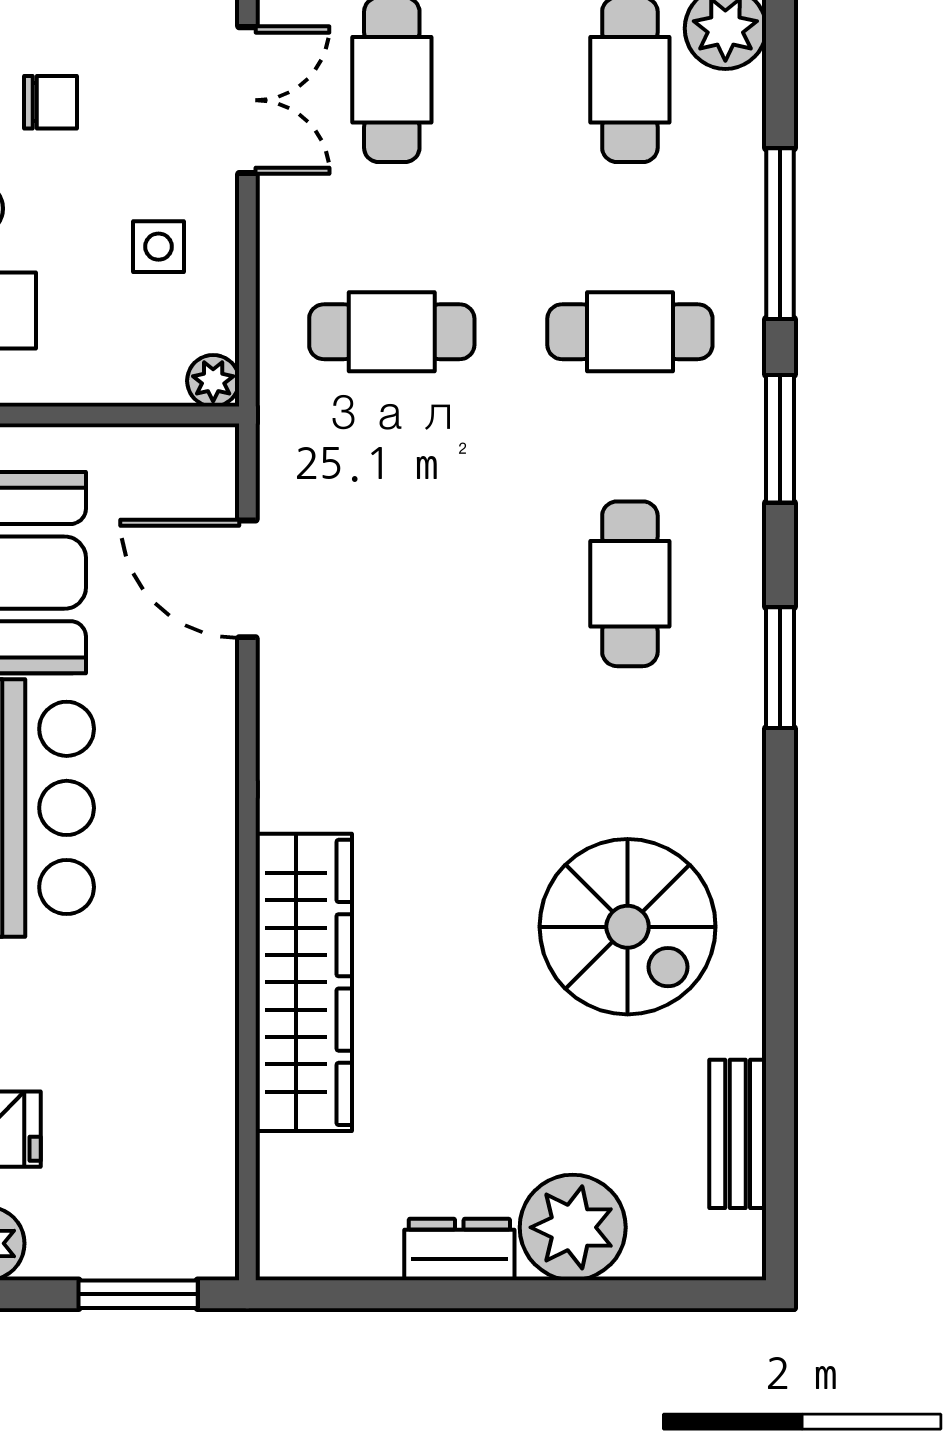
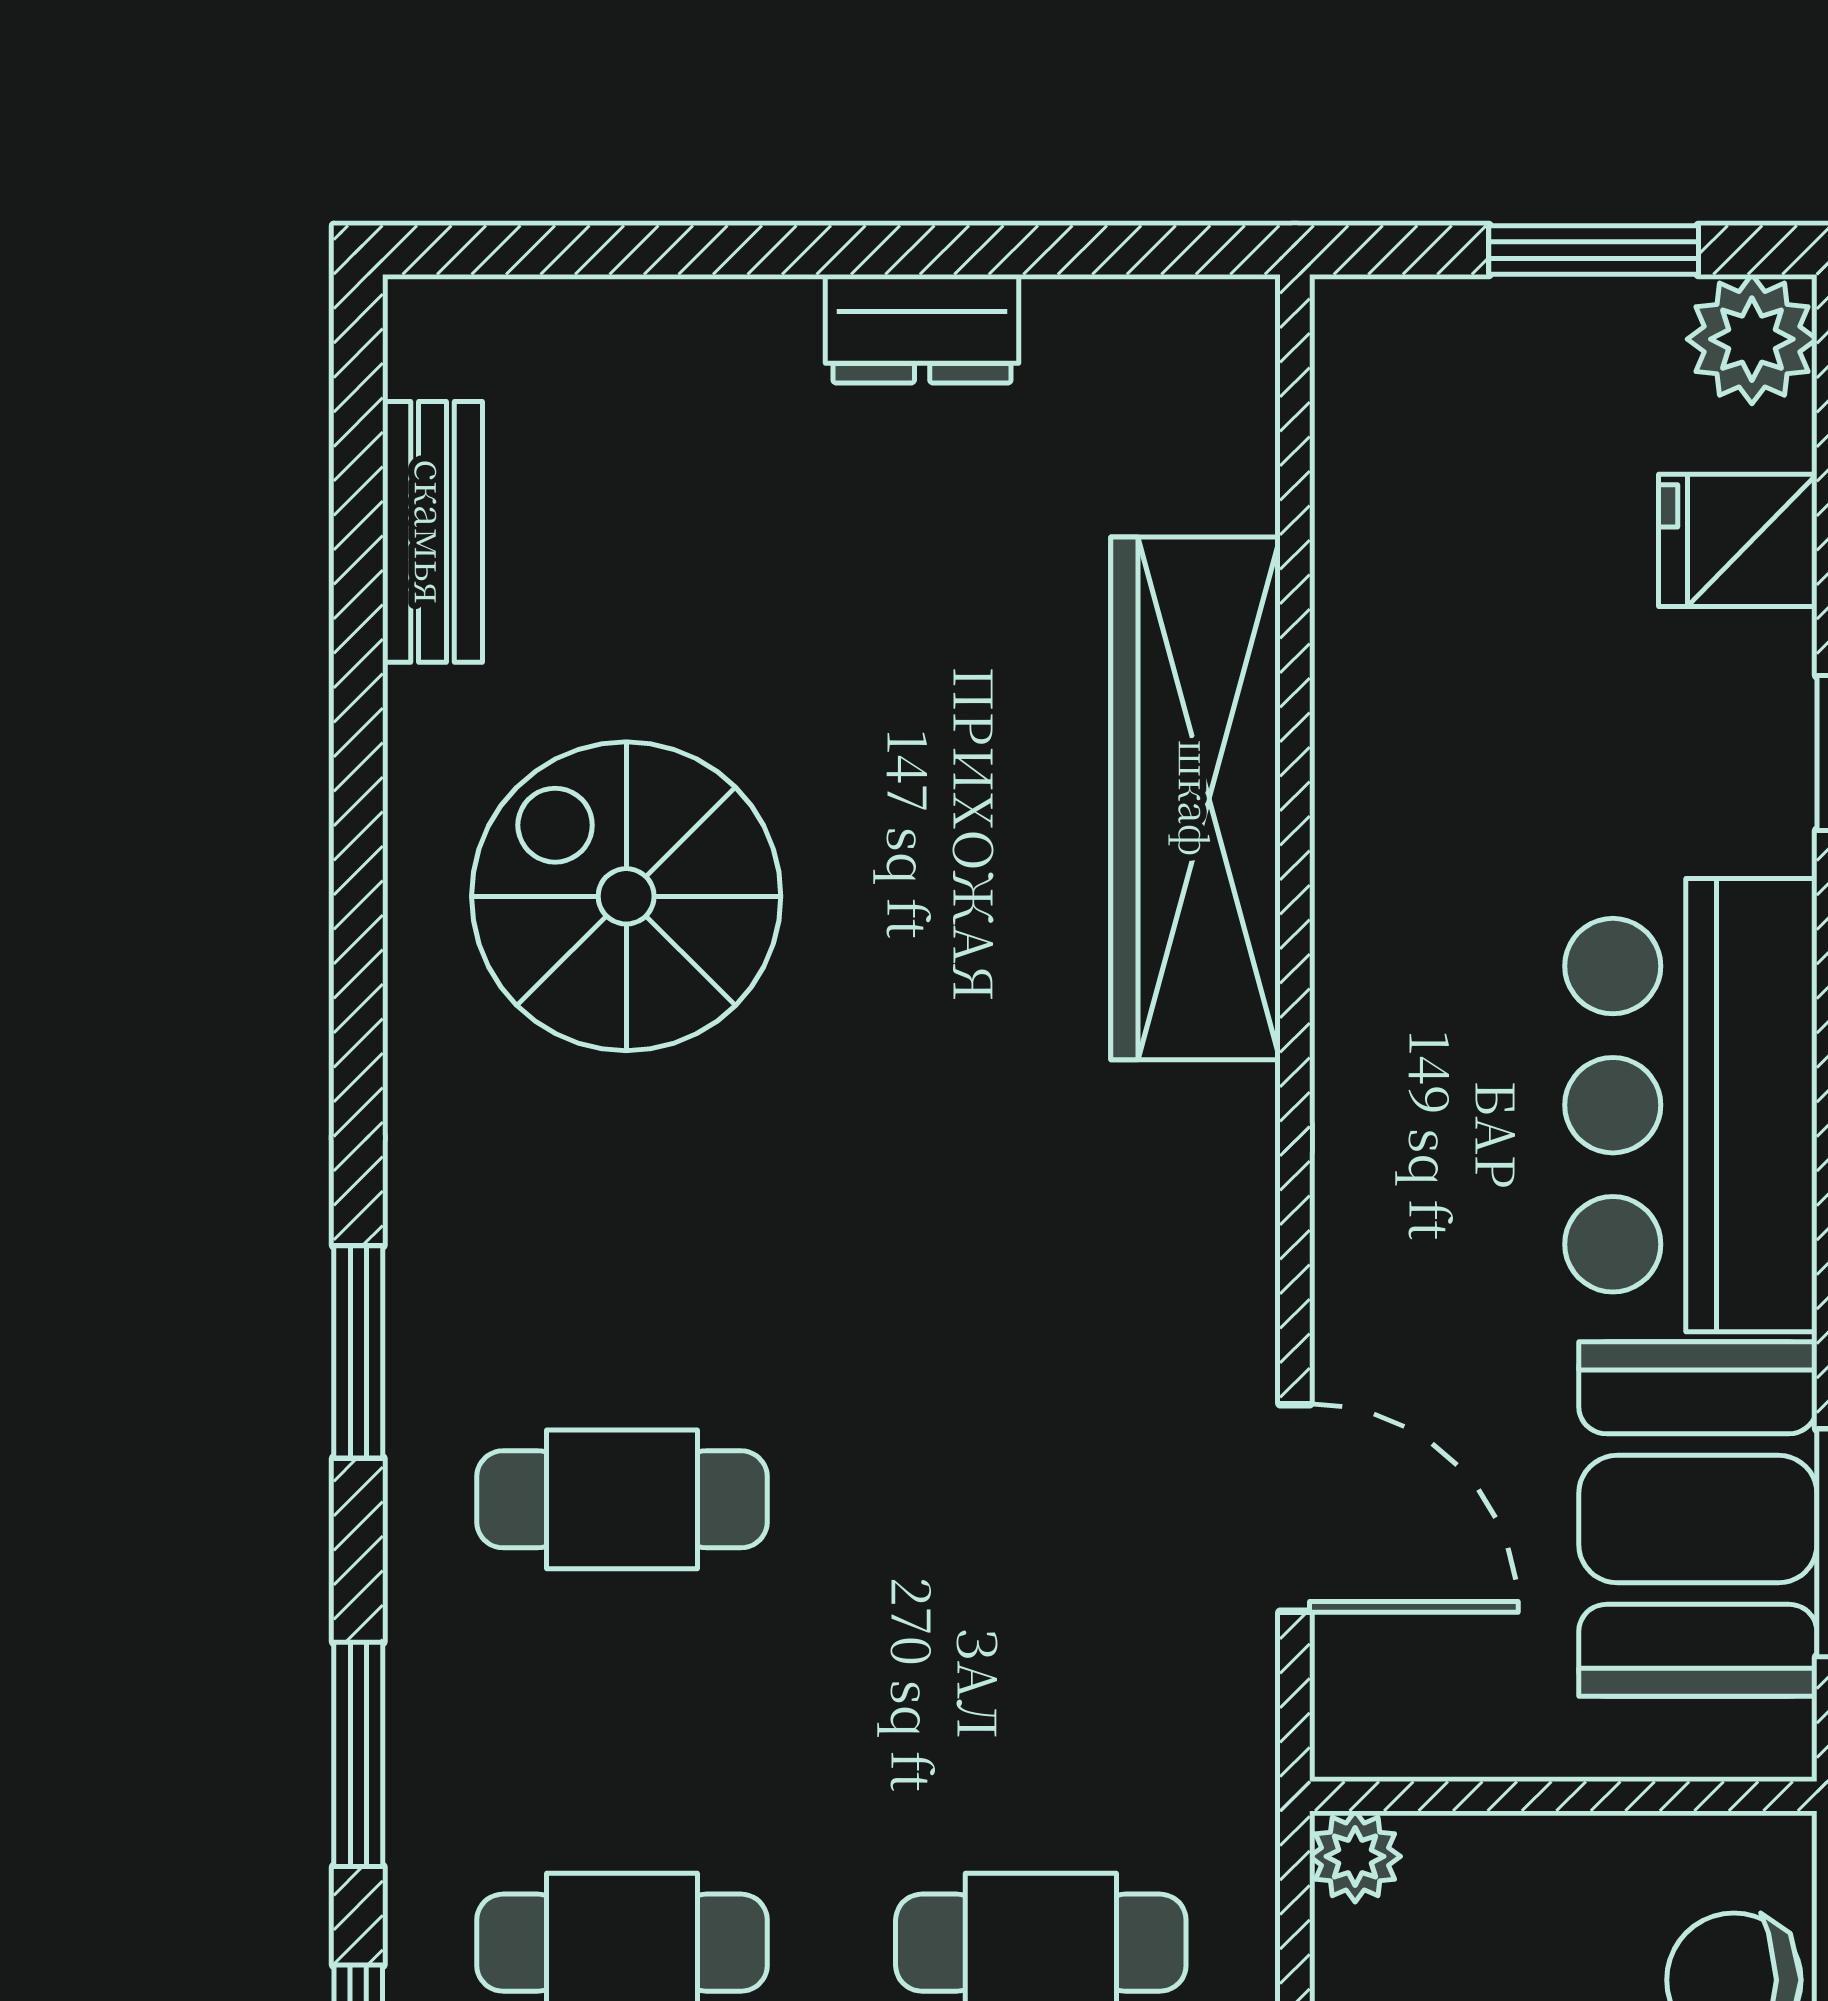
cafe table: (630, 584) -> (622, 1499), turned 90
plant: (573, 1227) -> (723, 367), removed
window: (138, 1294) -> (1594, 250), moved

